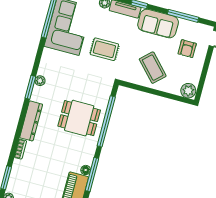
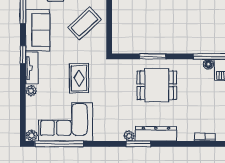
dining table: (79, 118) -> (157, 85), turned 90
dresser: (31, 121) -> (156, 134), moved
window: (106, 121) -> (153, 56), width x0.47

